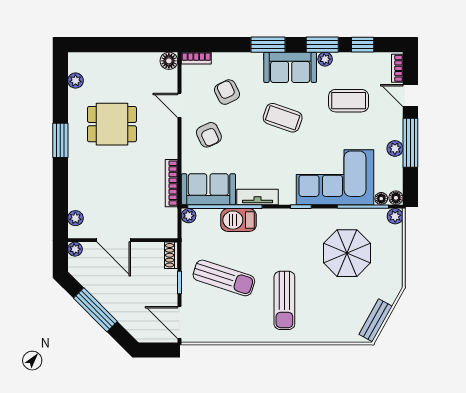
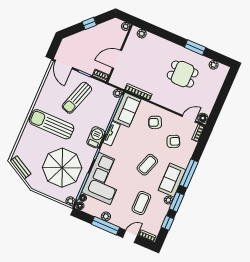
window: (268, 45) -> (189, 174), width x1.44
door: (179, 105) -> (189, 119), moved
dining table: (112, 124) -> (183, 74), turned 90
window: (60, 140) -> (195, 47), moved
barbecue: (238, 220) -> (96, 137), moved
door: (114, 240) -> (117, 59), moved
parasol: (347, 253) -> (62, 168), width x1.36, depth x1.36
sun lounger: (284, 300) -> (52, 124), width x1.36, depth x1.34
window: (95, 310) -> (89, 23), width x0.46
door: (179, 322) -> (64, 64), swing flipped

